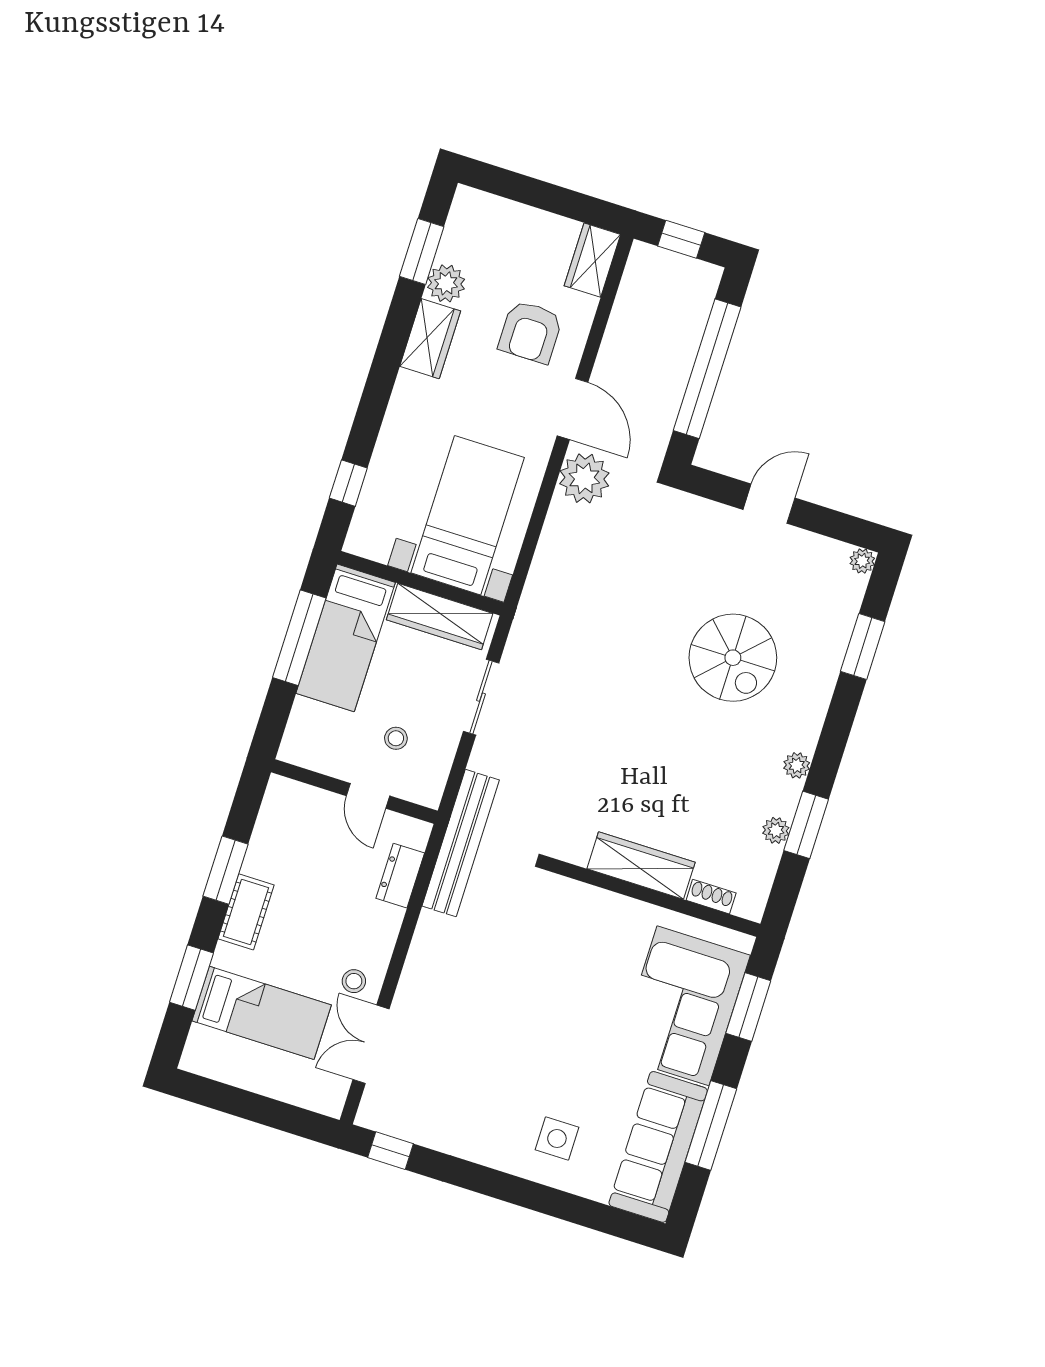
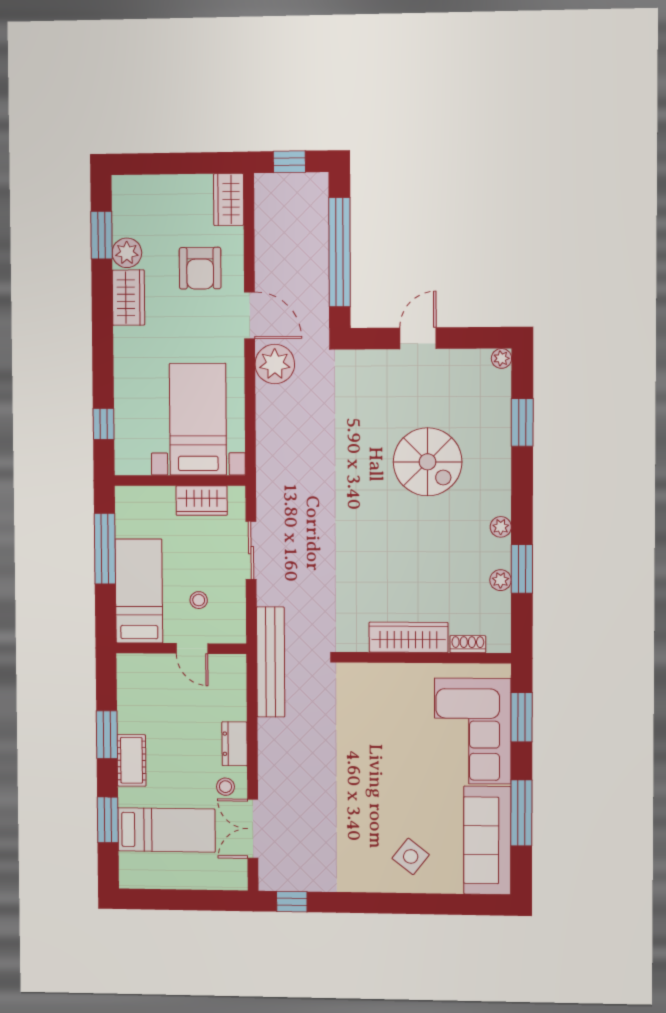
wardrobe: (440, 617) -> (202, 501), width x0.67
bed: (346, 638) -> (139, 591), moved, turned 180
dresser: (400, 876) -> (235, 744), moved
side table: (557, 1138) -> (411, 856), turned 38

